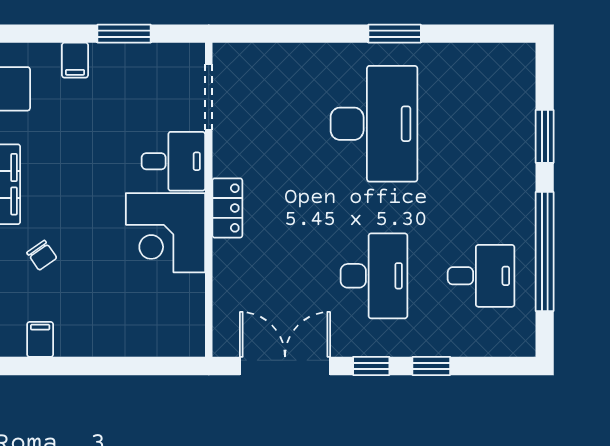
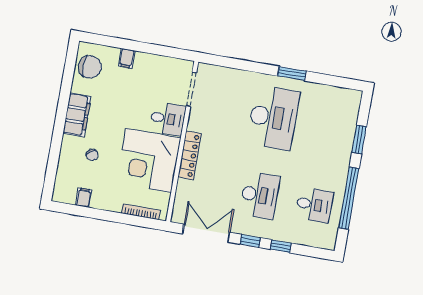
window: (124, 34) -> (154, 49), removed
locker: (227, 208) -> (190, 155), width x1.53
corner desk: (165, 233) -> (149, 160), width x1.36, depth x1.36
bookcase: (154, 347) -> (141, 212), added

